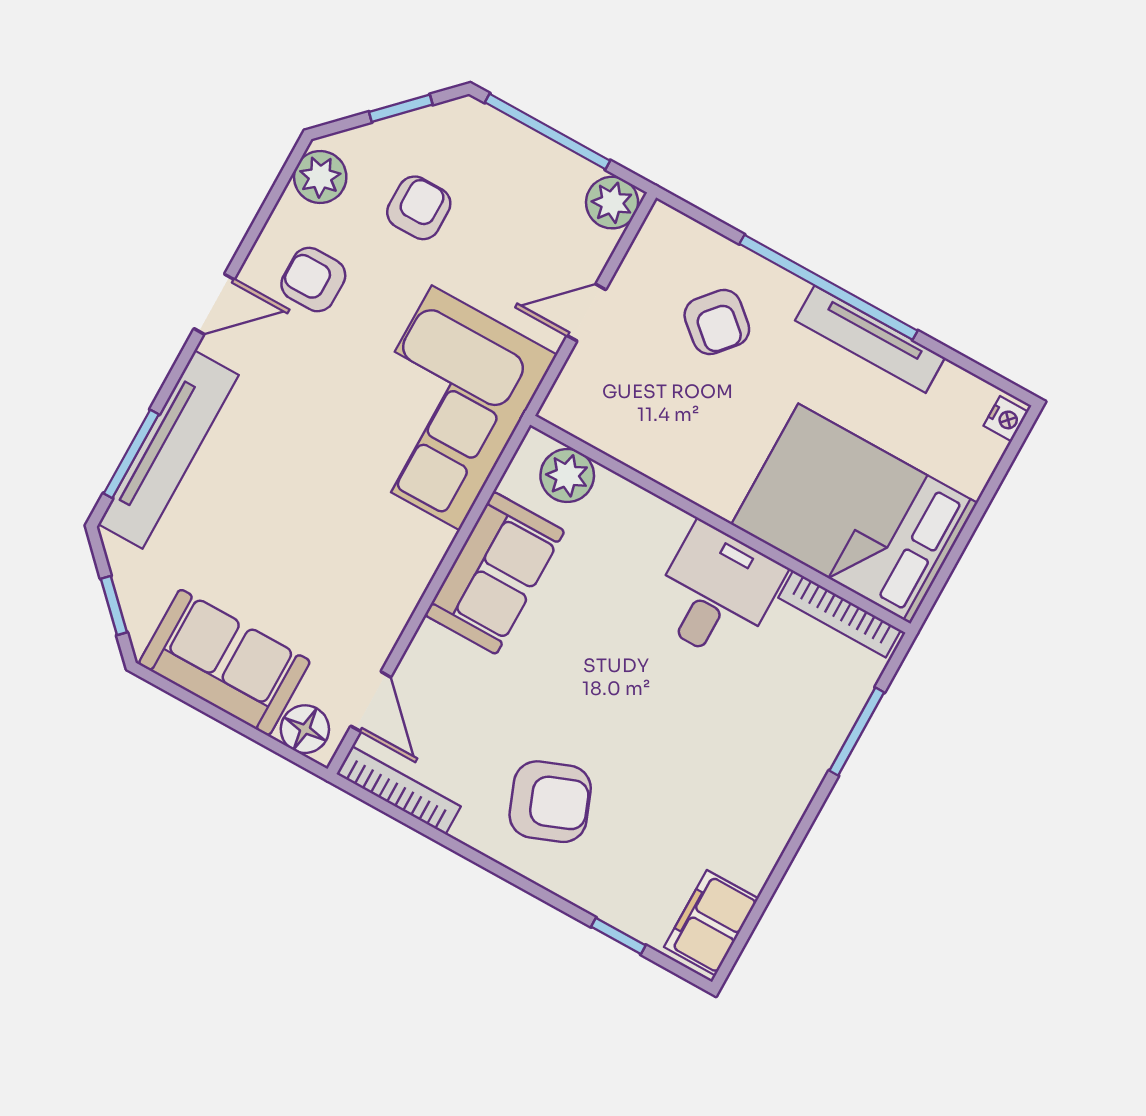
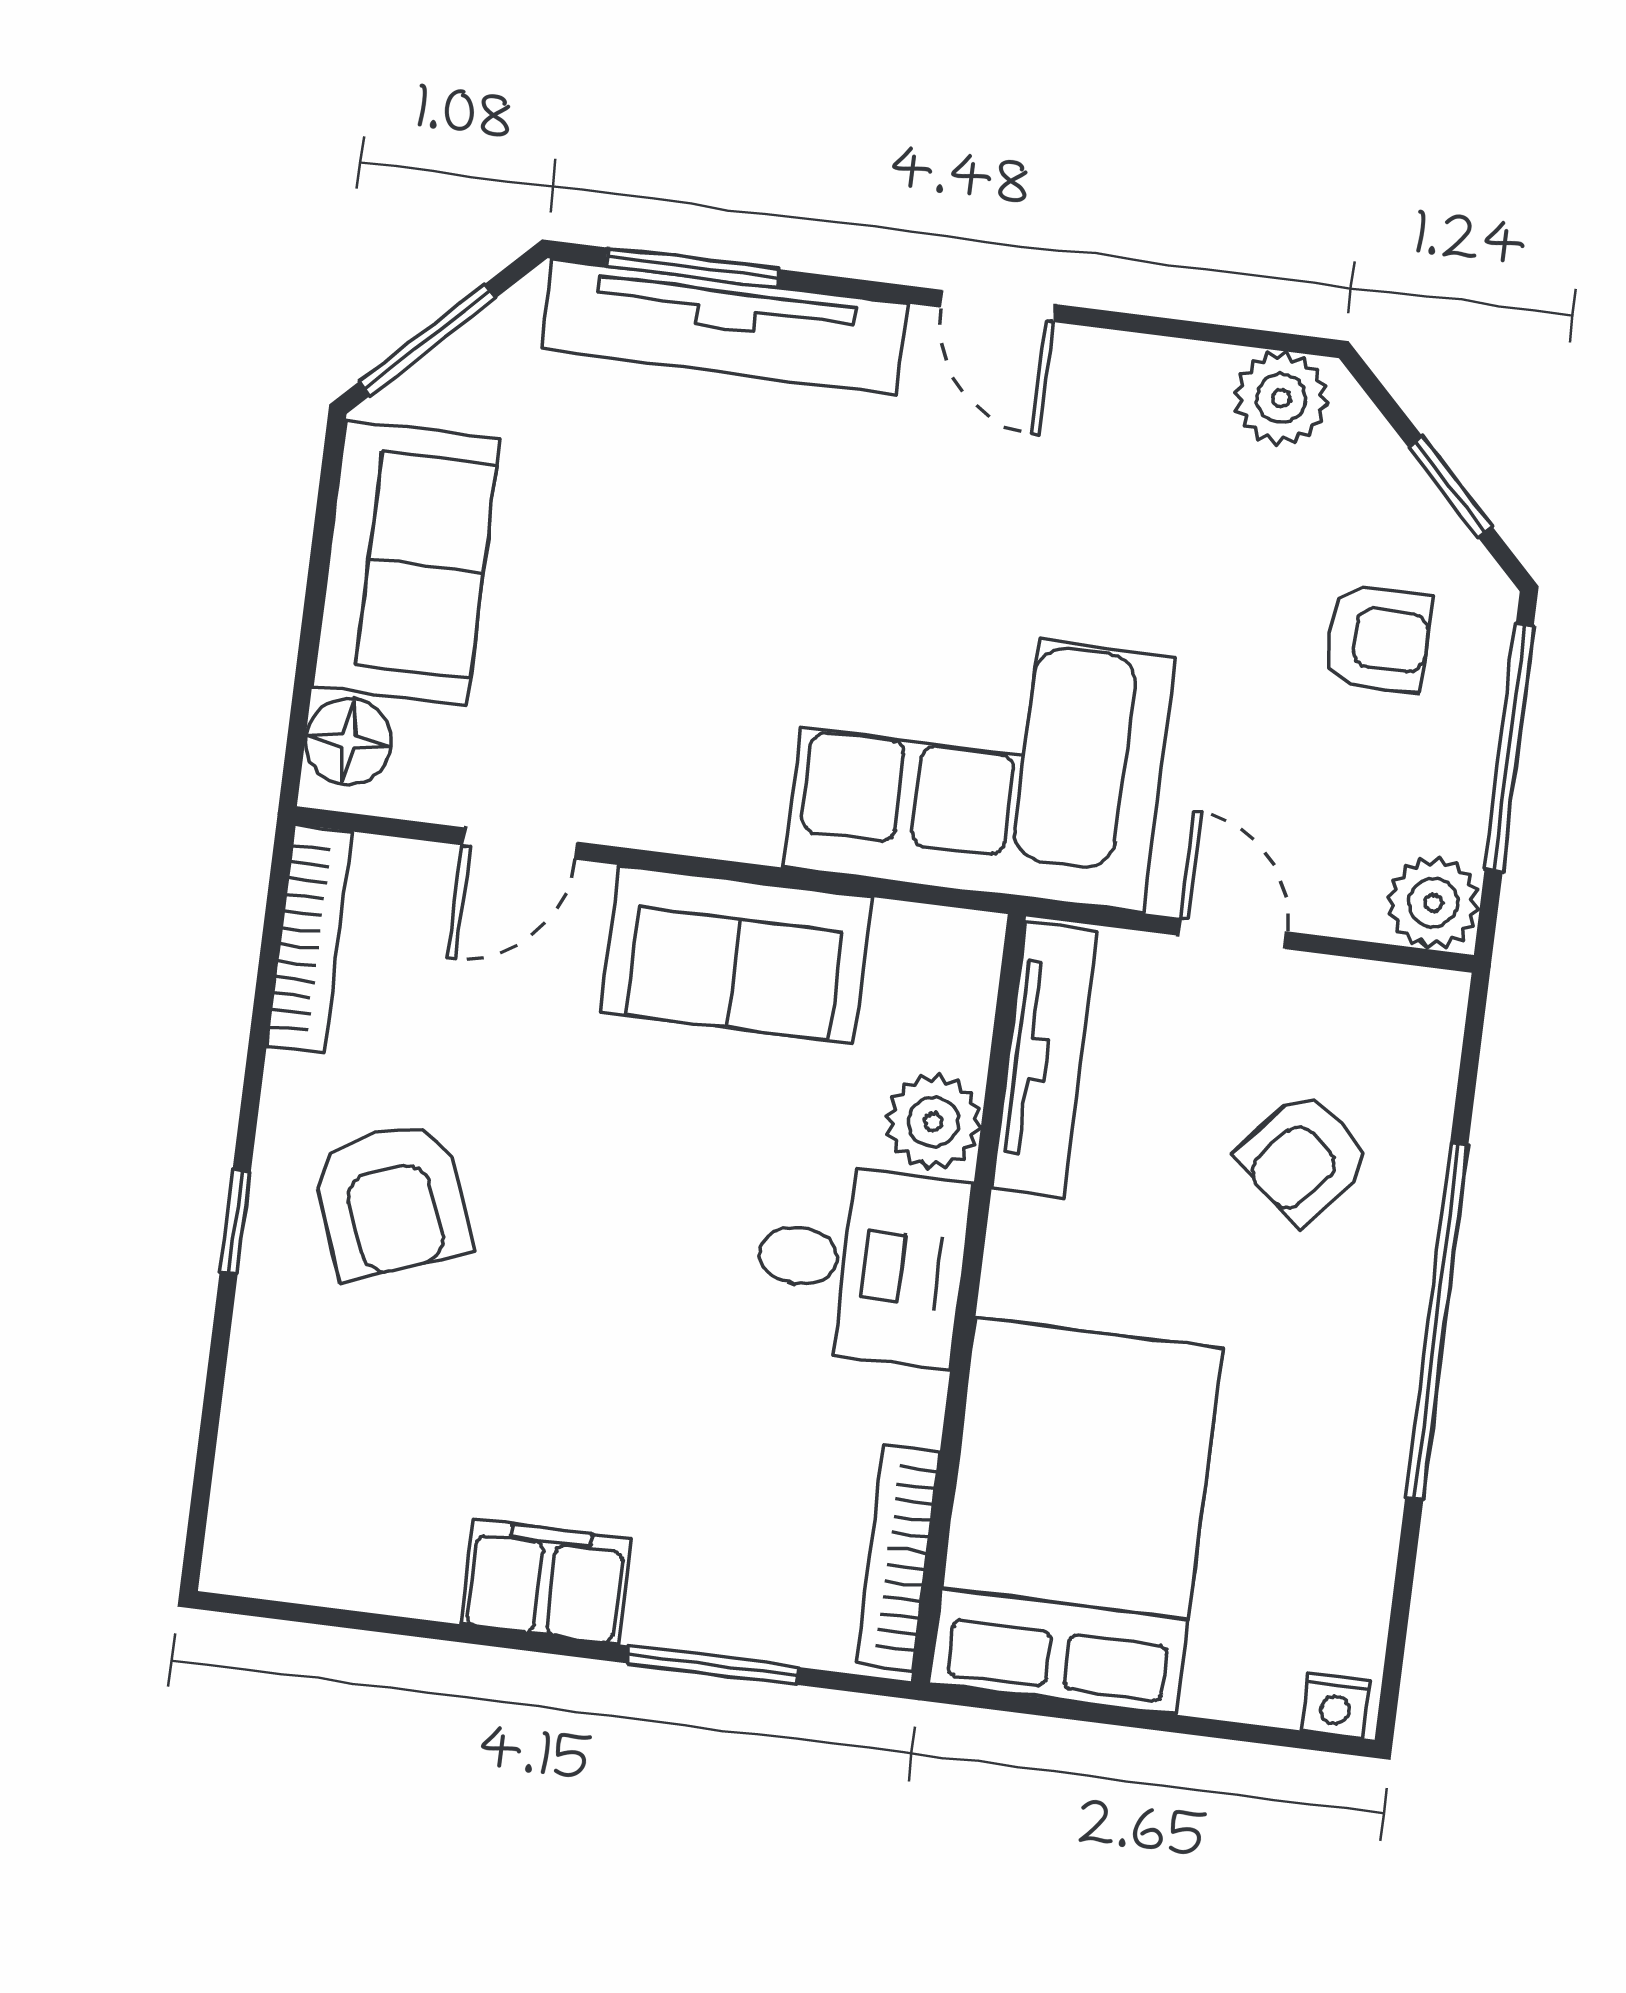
armchair: (419, 208) -> (1377, 639), moved
armchair: (313, 280) -> (1105, 455), removed
tv unit: (870, 339) -> (1044, 1060), moved, turned 180
plant: (567, 476) -> (933, 1122), moved
desk: (716, 593) -> (861, 1264), moved
window: (114, 605) -> (427, 340), width x1.50
door: (371, 702) -> (520, 844), moved
filing cabinet: (711, 923) -> (546, 1581), moved
window: (618, 936) -> (235, 1222), moved

